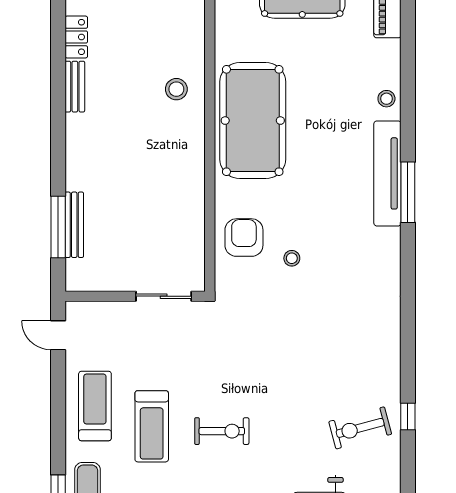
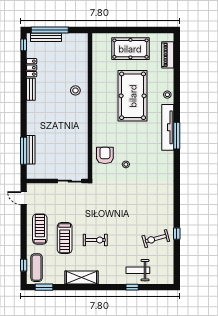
pool table: (253, 121) -> (133, 96), moved

